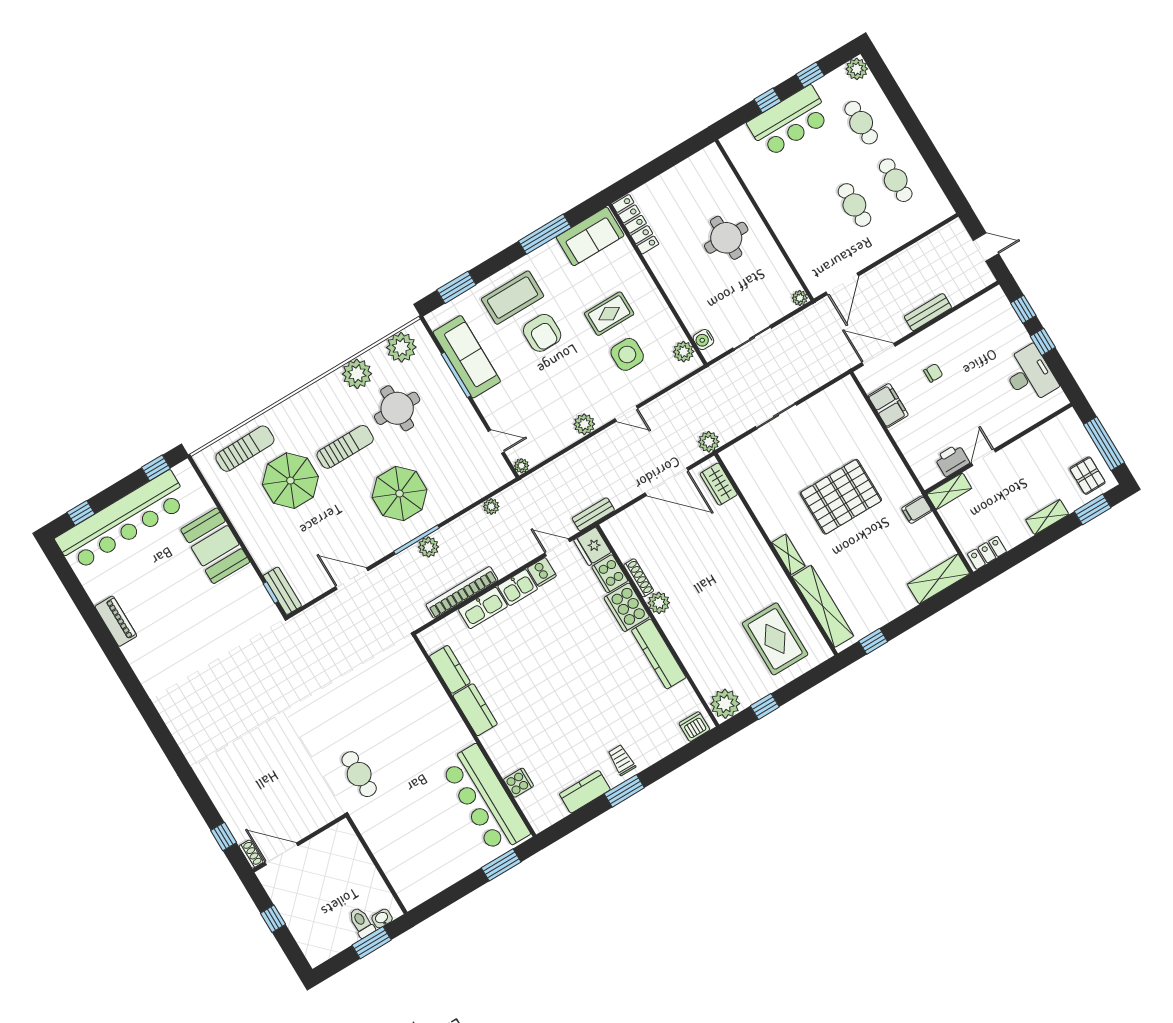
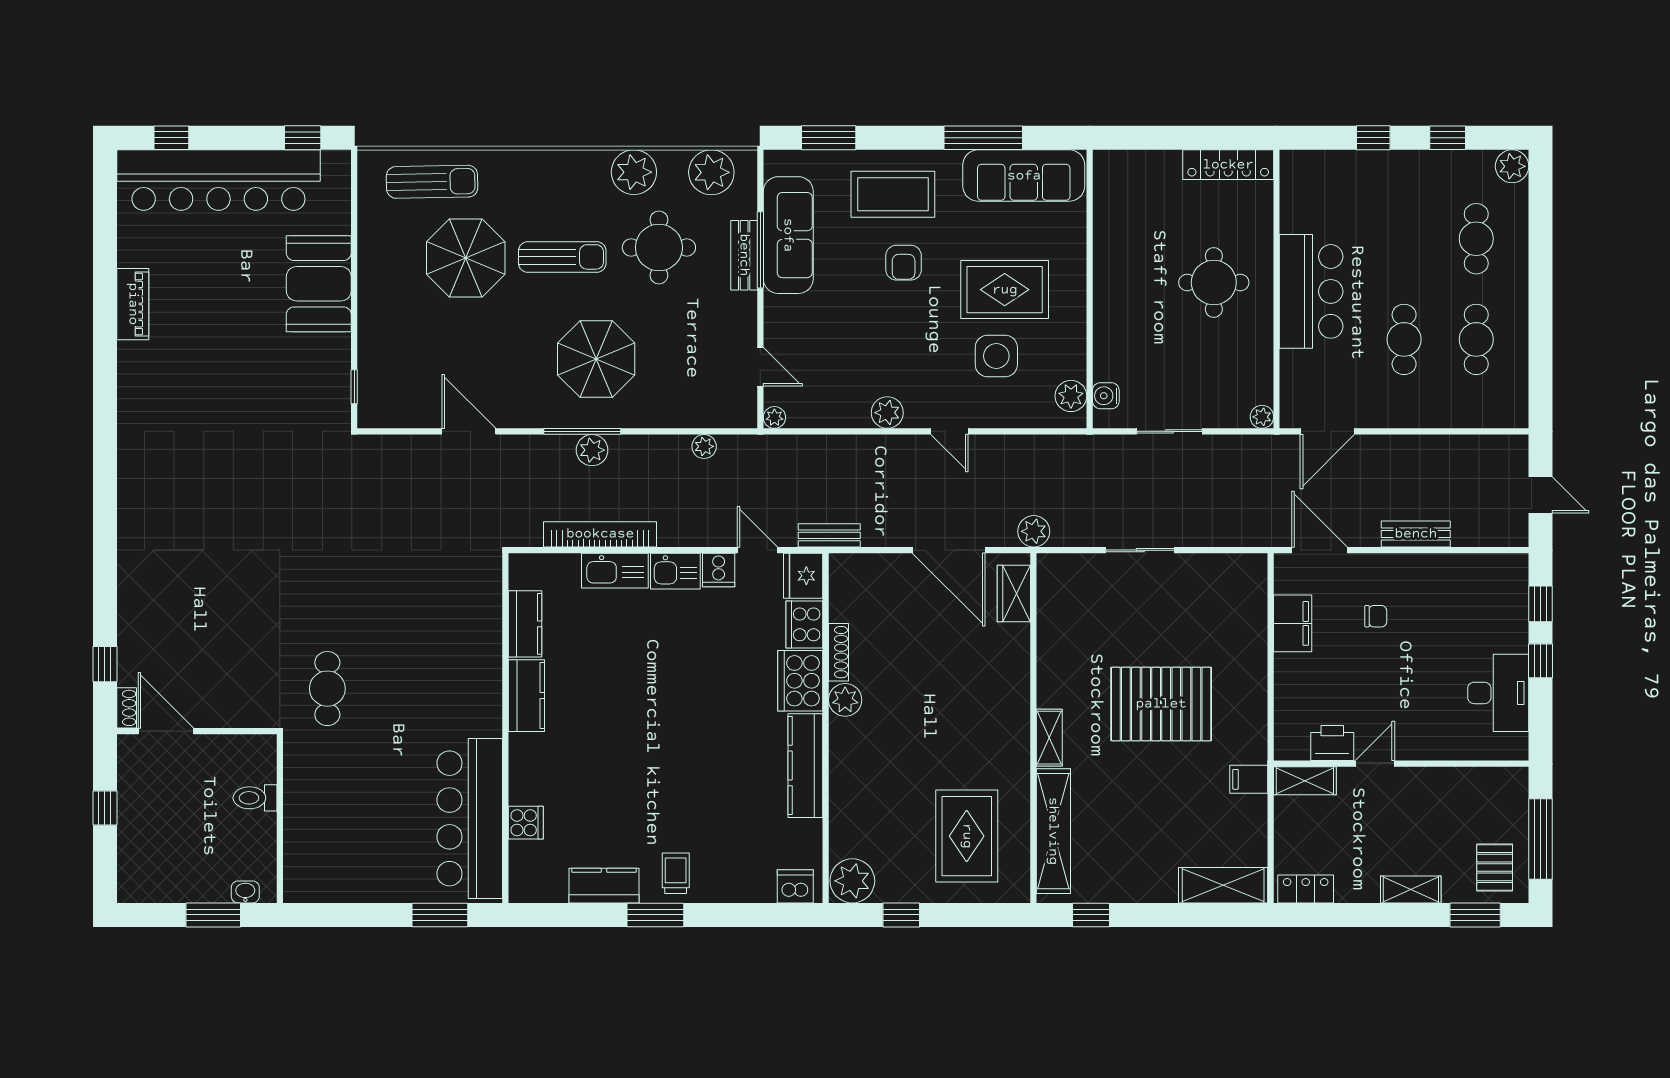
bar counter: (789, 121) -> (1311, 291), moved, turned -90
locker: (636, 224) -> (1228, 165), moved, turned 90
sofa: (590, 236) -> (1024, 176), width x1.36
rug: (609, 314) -> (1005, 290), width x1.36, depth x1.43
armchair: (542, 333) -> (904, 263), width x0.72, depth x0.72
bench: (282, 591) -> (744, 255), moved
toilet: (362, 922) -> (255, 798), moved, turned -90

